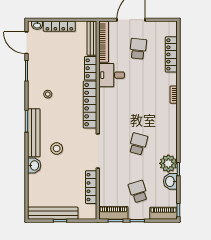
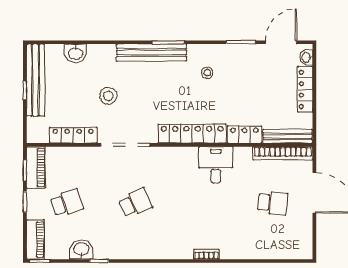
locker: (171, 54) -> (264, 251), removed
desk: (112, 75) -> (216, 165), moved
school desk: (138, 144) -> (135, 203), turned -39
stool: (57, 149) -> (108, 96), moved
plant: (168, 163) -> (107, 247), removed
washbasin: (34, 165) -> (76, 53), moved

